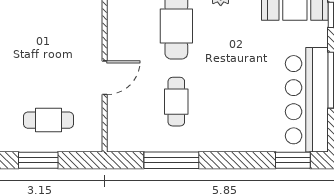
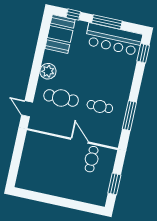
cafe table: (48, 120) -> (92, 159), moved

